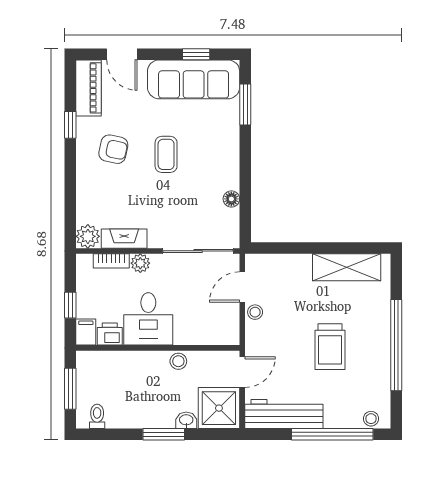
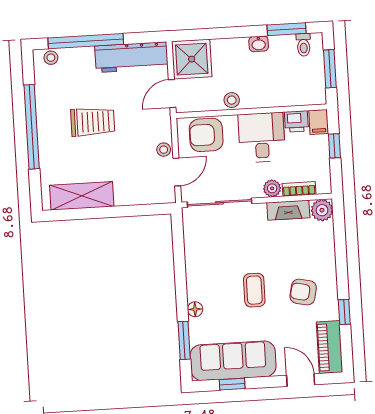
floor lamp: (231, 199) -> (195, 309), moved
armchair: (208, 325) -> (206, 135), added
trolley: (330, 347) -> (93, 122), turned 90
washbasin: (186, 420) -> (259, 44), moved
window: (164, 434) -> (287, 29), moved

